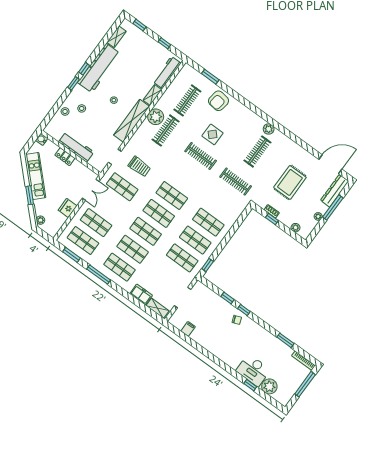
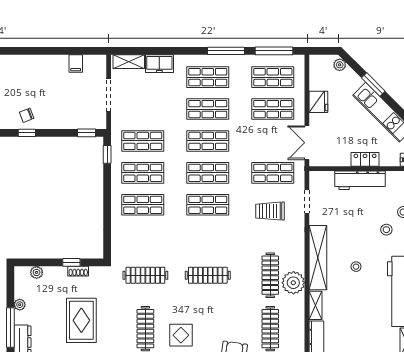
display table: (213, 134) -> (181, 335), moved
window: (72, 255) -> (274, 51), width x1.44
window: (227, 298) -> (86, 133), moved

